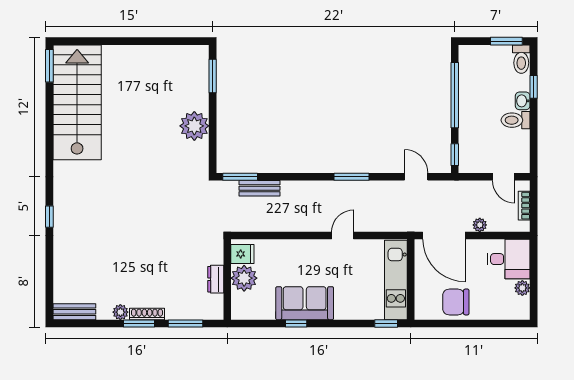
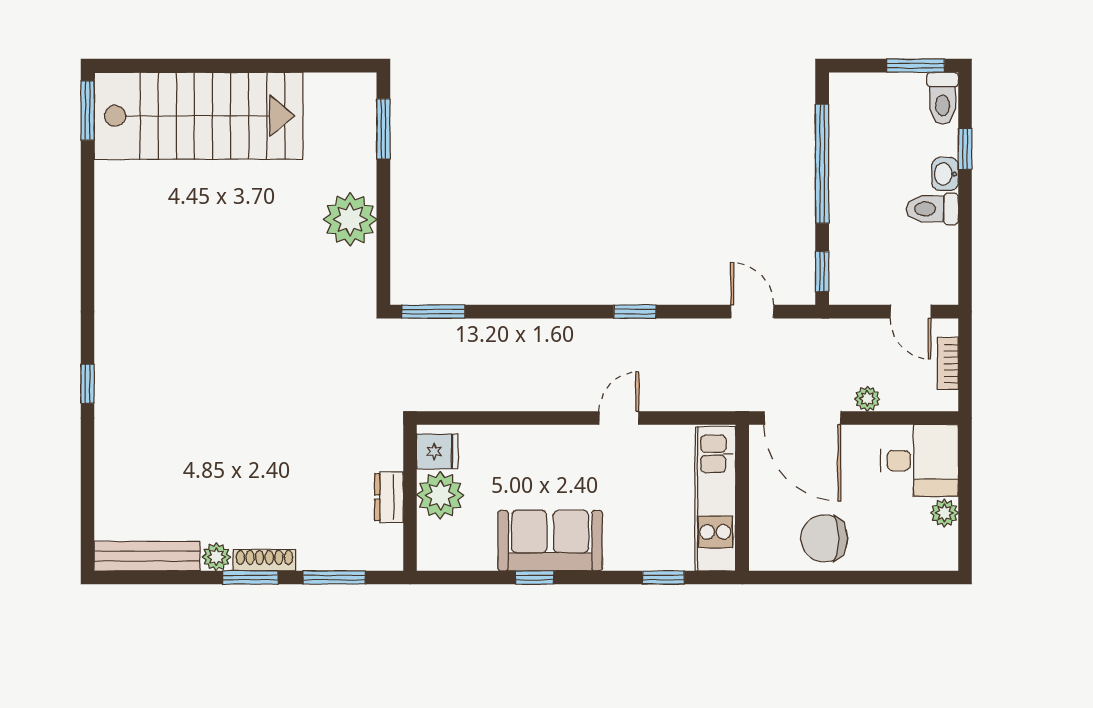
stairs: (77, 102) -> (199, 116), moved, turned 90
window: (351, 177) -> (635, 312), width x0.67
bench: (259, 188) -> (468, 332), removed
bench: (74, 312) -> (147, 556), width x1.36
window: (386, 324) -> (663, 578), moved

